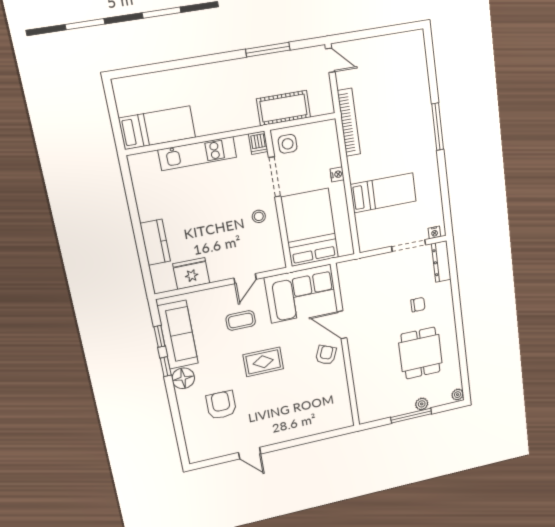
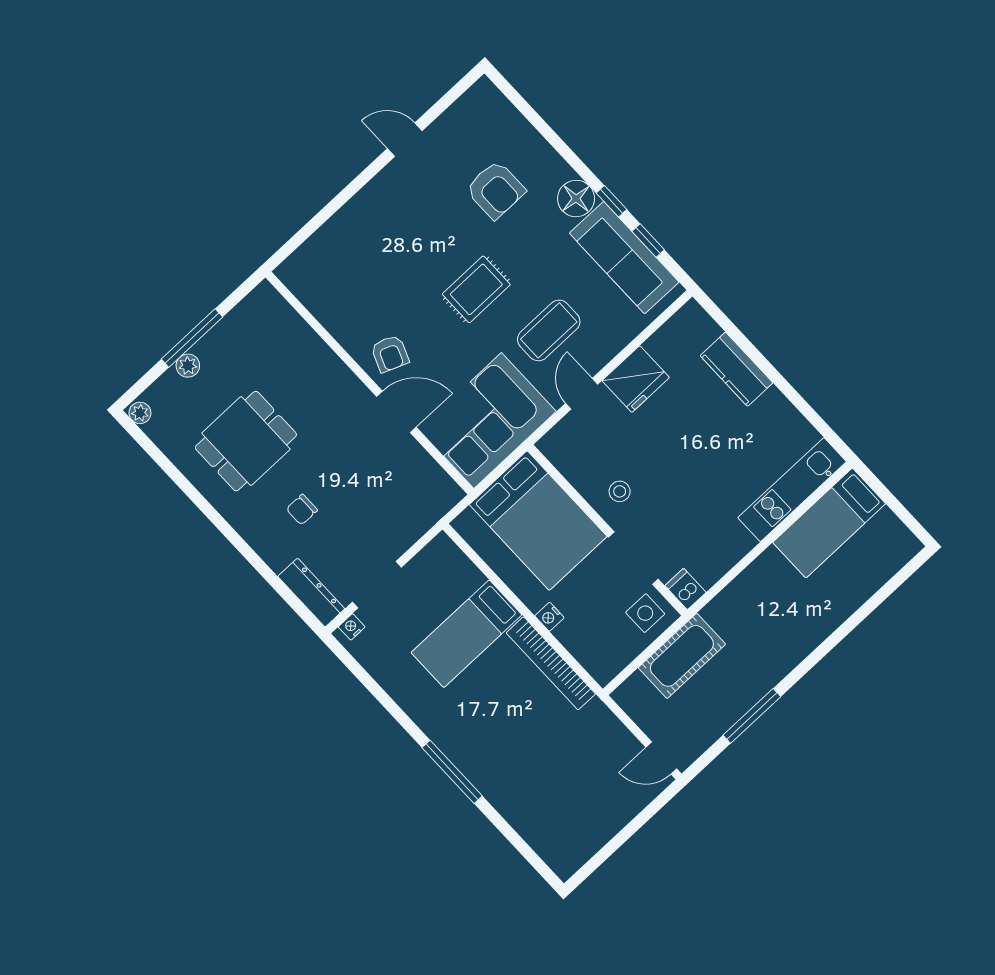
bookcase: (349, 122) -> (551, 663), moved
kitchen unit: (197, 154) -> (792, 490), moved
fridge: (191, 273) -> (636, 379), moved
coffee table: (241, 320) -> (549, 330), width x1.36, depth x1.30
dining table: (420, 353) -> (246, 441), turned 90

